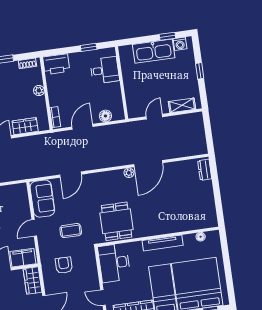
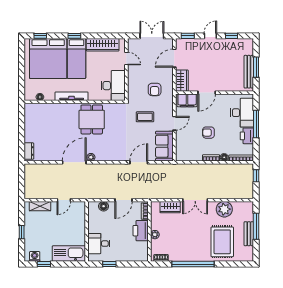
kitchen sink: (154, 51) -> (69, 254), moved
printer: (56, 64) -> (141, 231), moved, turned -90
dining table: (117, 221) -> (92, 119), moved

